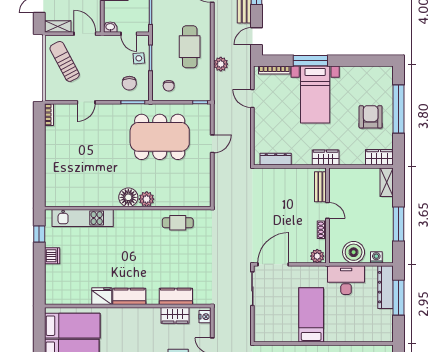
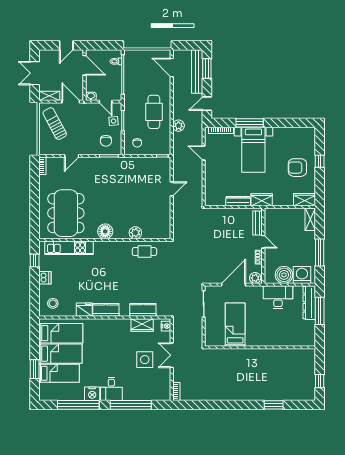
window: (399, 109) -> (320, 161), width x0.32
armchair: (371, 117) -> (297, 168), turned -90
dining table: (160, 137) -> (66, 213), moved, turned 90
dresser: (276, 159) -> (238, 201), moved
plant: (147, 199) -> (135, 233), moved
washing machine: (376, 257) -> (302, 275), width x1.89, depth x1.89
door: (273, 264) -> (233, 285), moved
stool: (62, 288) -> (53, 303), added
bed: (311, 315) -> (235, 325), moved

